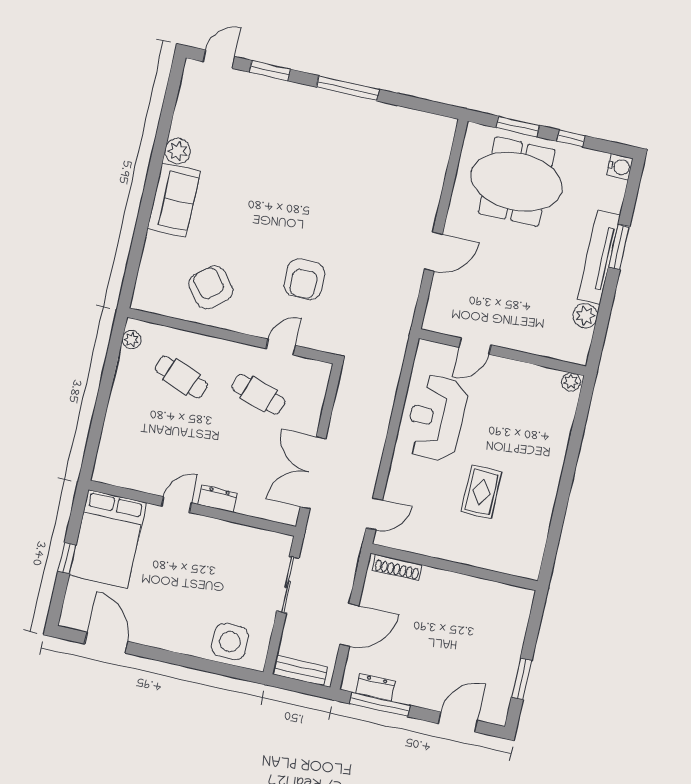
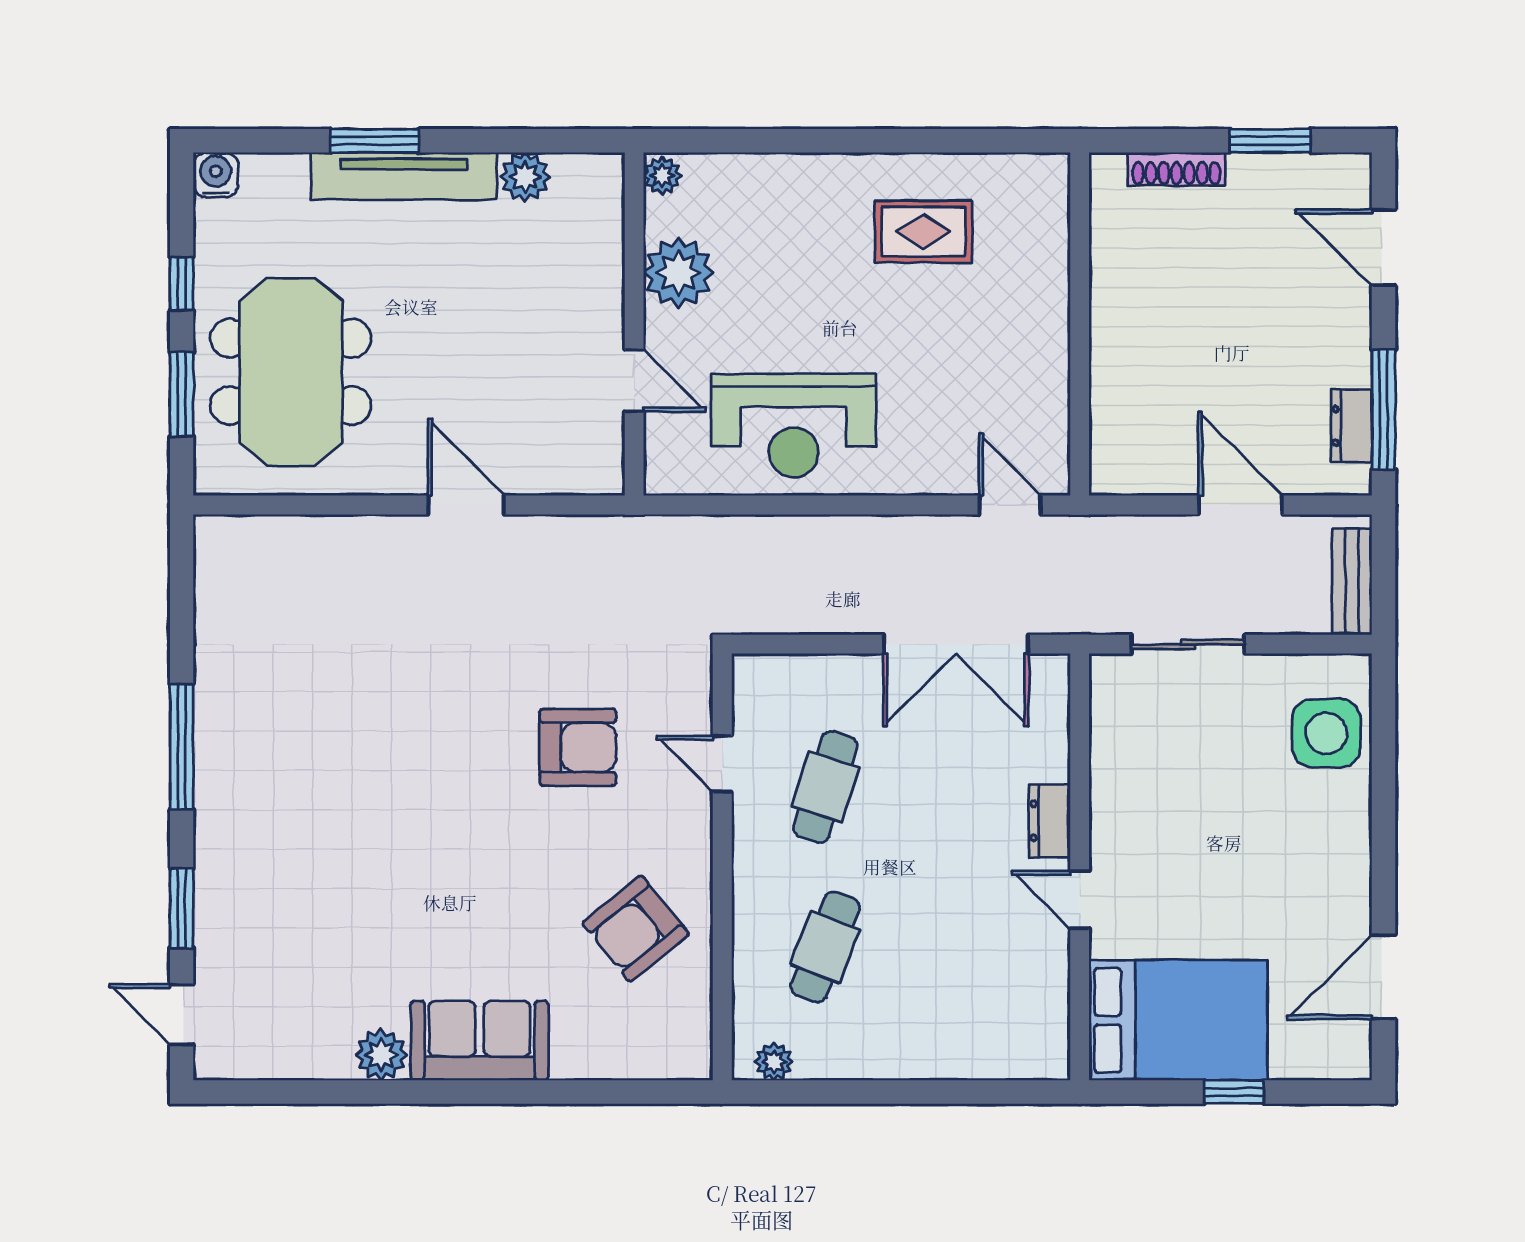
plant: (522, 379) -> (678, 273), added
rug: (482, 492) -> (923, 232), moved
shoe rack: (397, 567) -> (1177, 169), moved, turned 90

